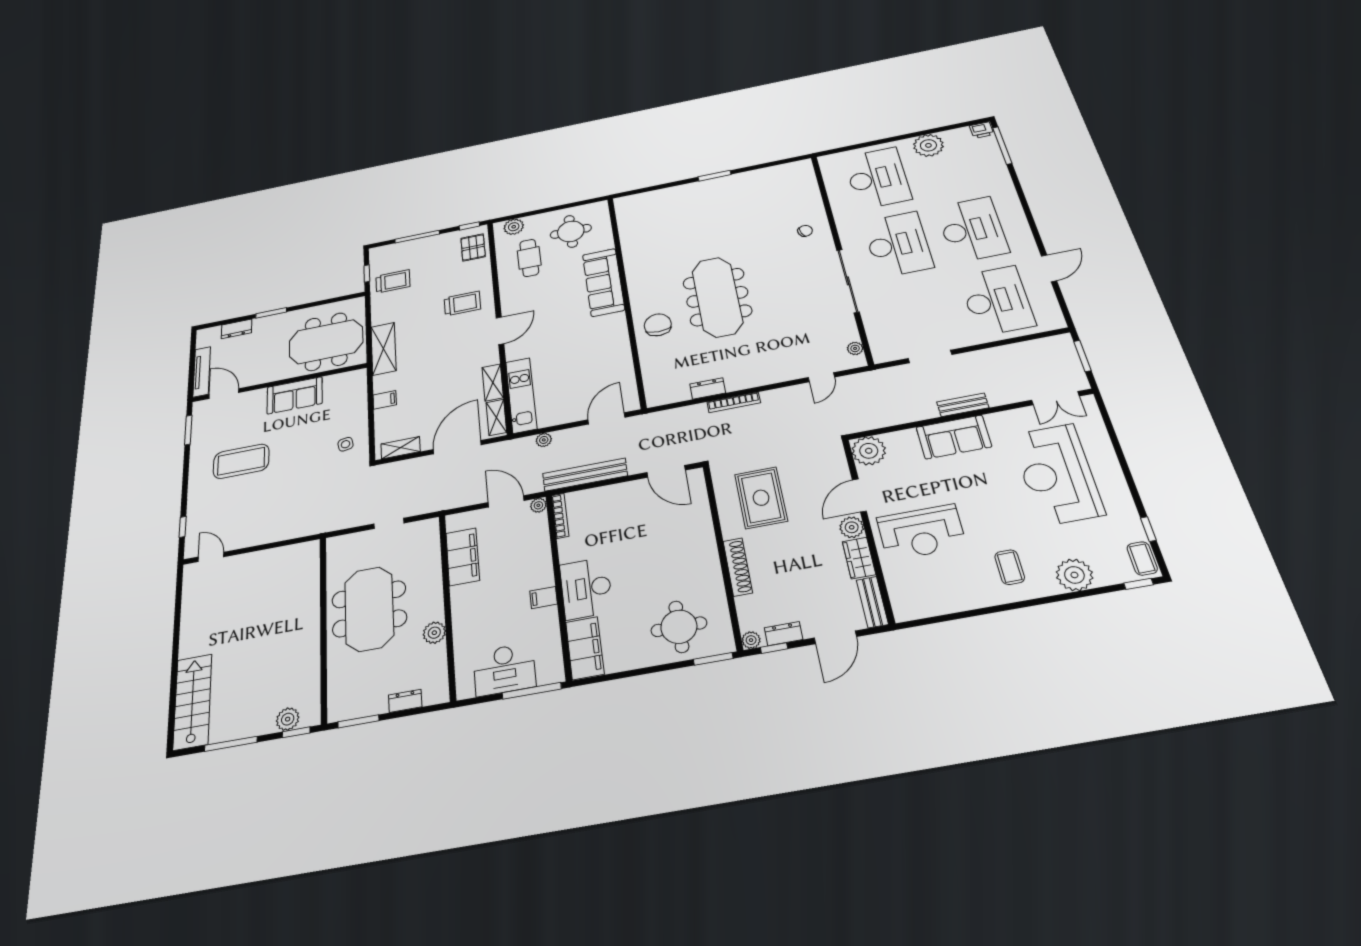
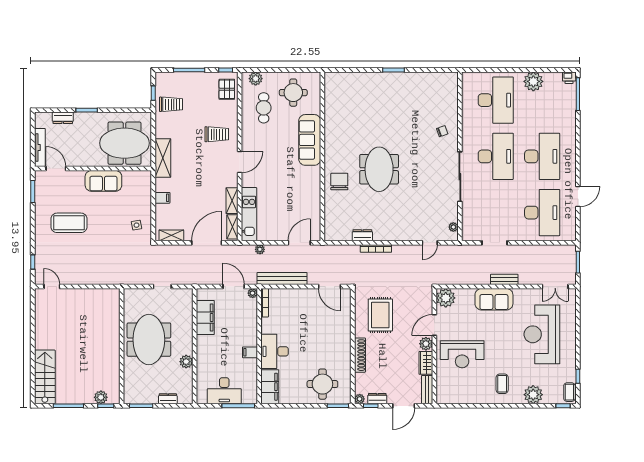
meeting table: (717, 297) -> (379, 169), width x0.73

